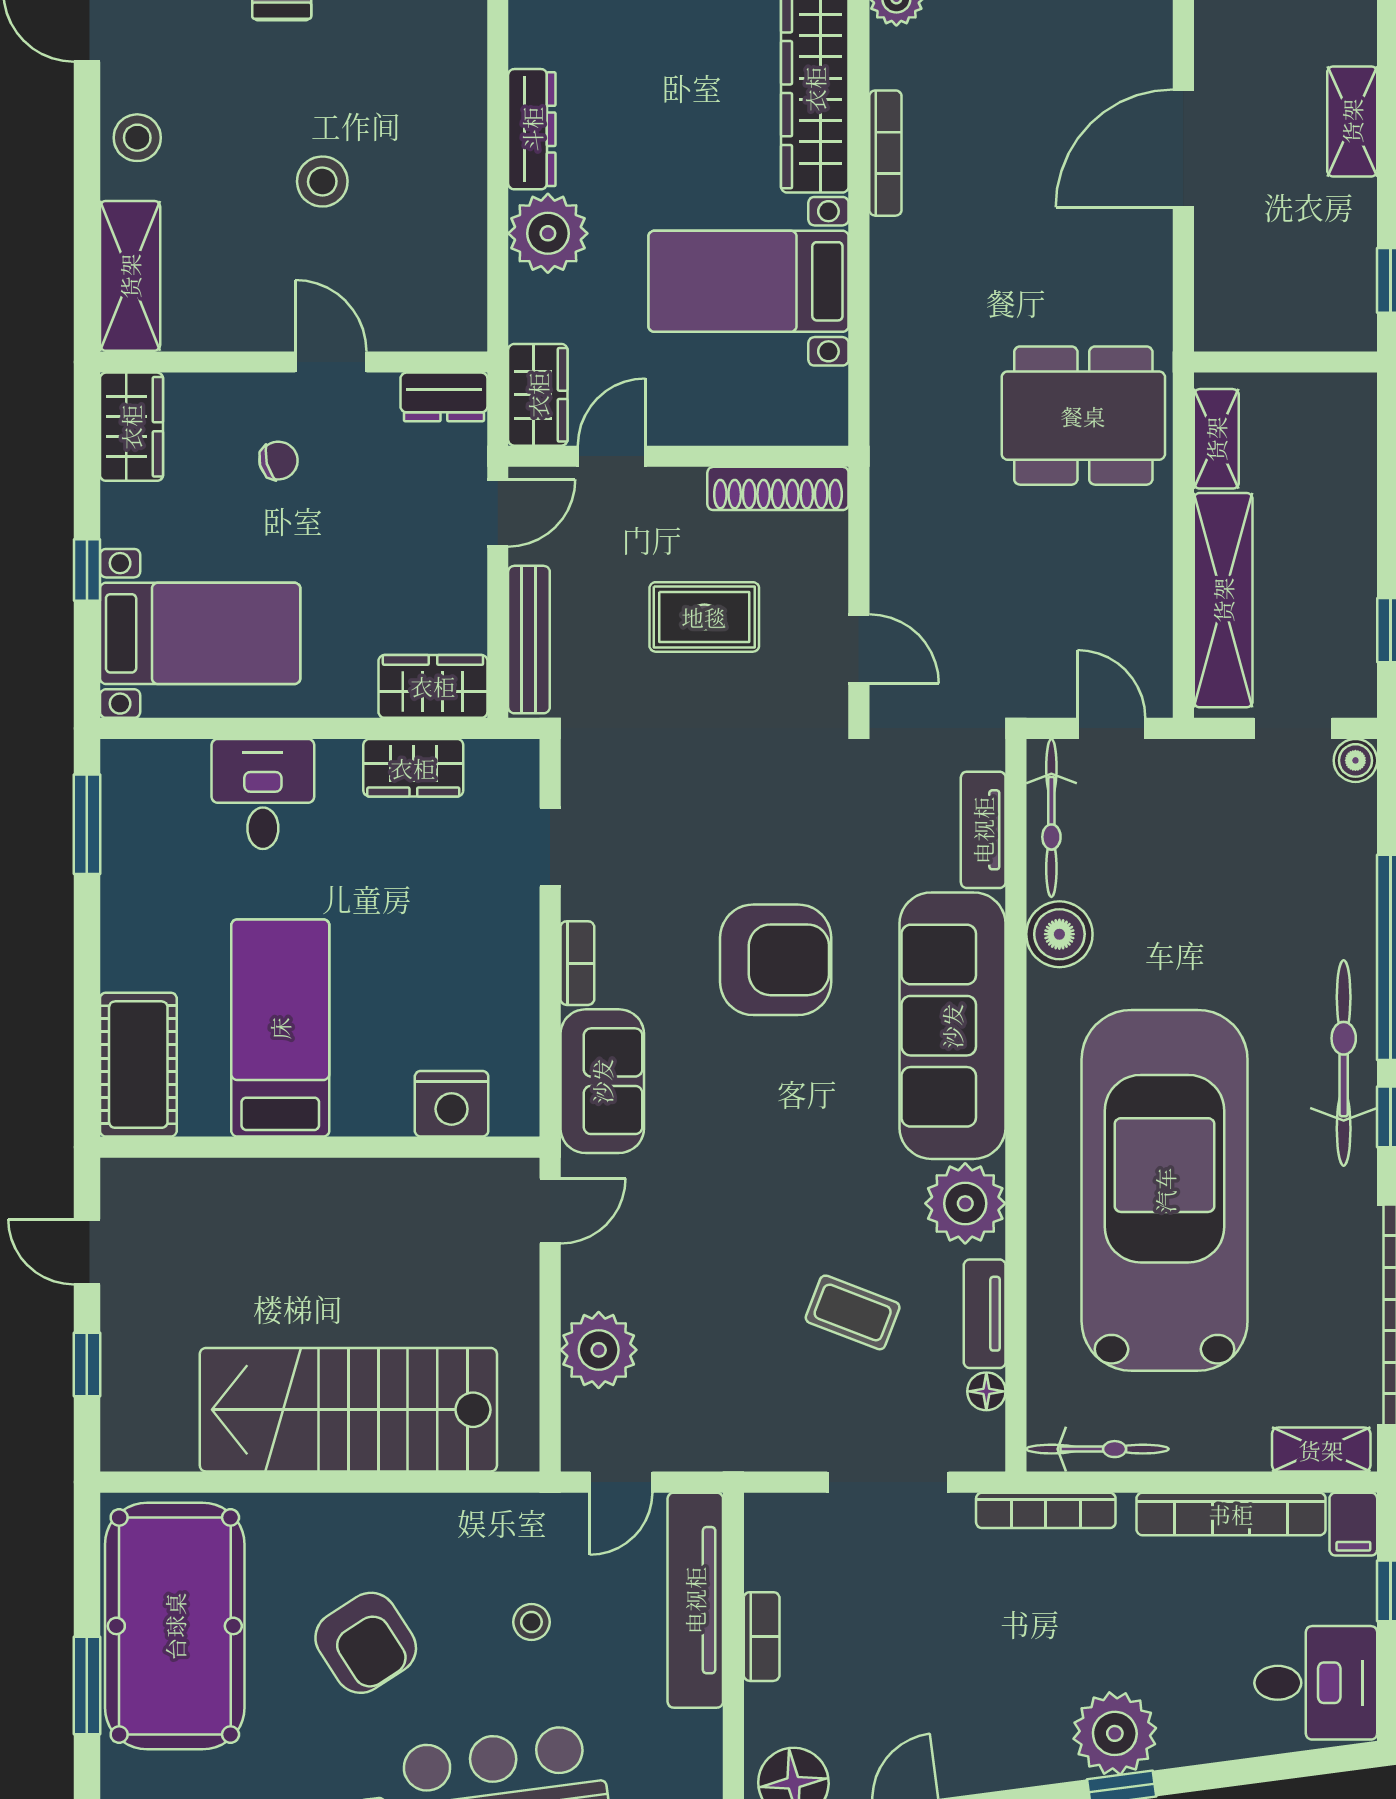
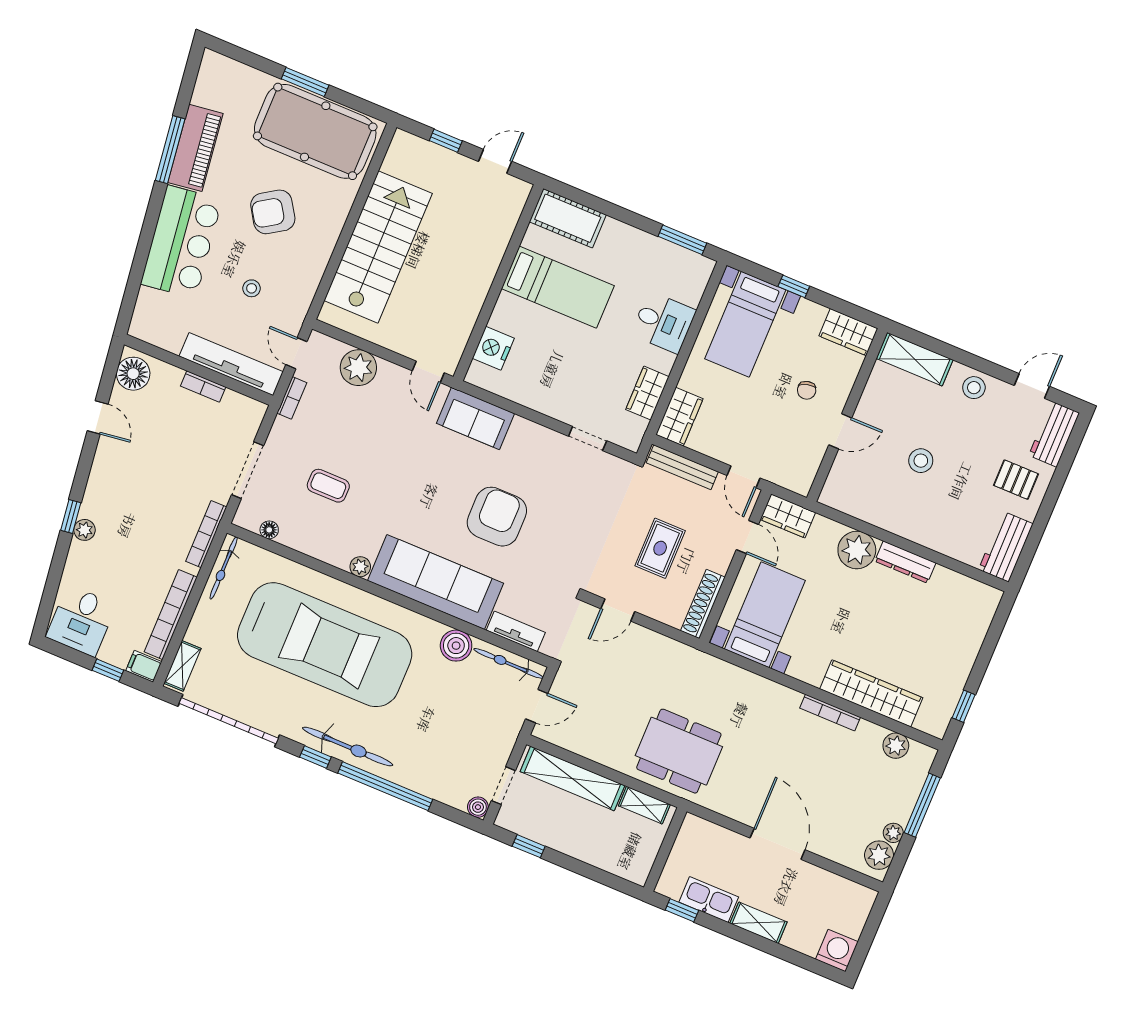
kitchen sink: (1347, 237) -> (709, 900), added
bed with nightstands: (749, 281) -> (765, 615), moved
dresser: (444, 397) -> (804, 474), removed
dining table: (1083, 416) -> (679, 751), turned 90
armchair: (776, 960) -> (497, 517), turned 180
bookcase: (577, 963) -> (292, 398), moved, turned -90
plant: (965, 1203) -> (360, 567), width x0.53, depth x0.53
coffee table: (853, 1312) -> (328, 486), turned 69
tv unit: (985, 1314) -> (304, 543), removed
plant: (1115, 1733) -> (85, 530), width x0.53, depth x0.53

